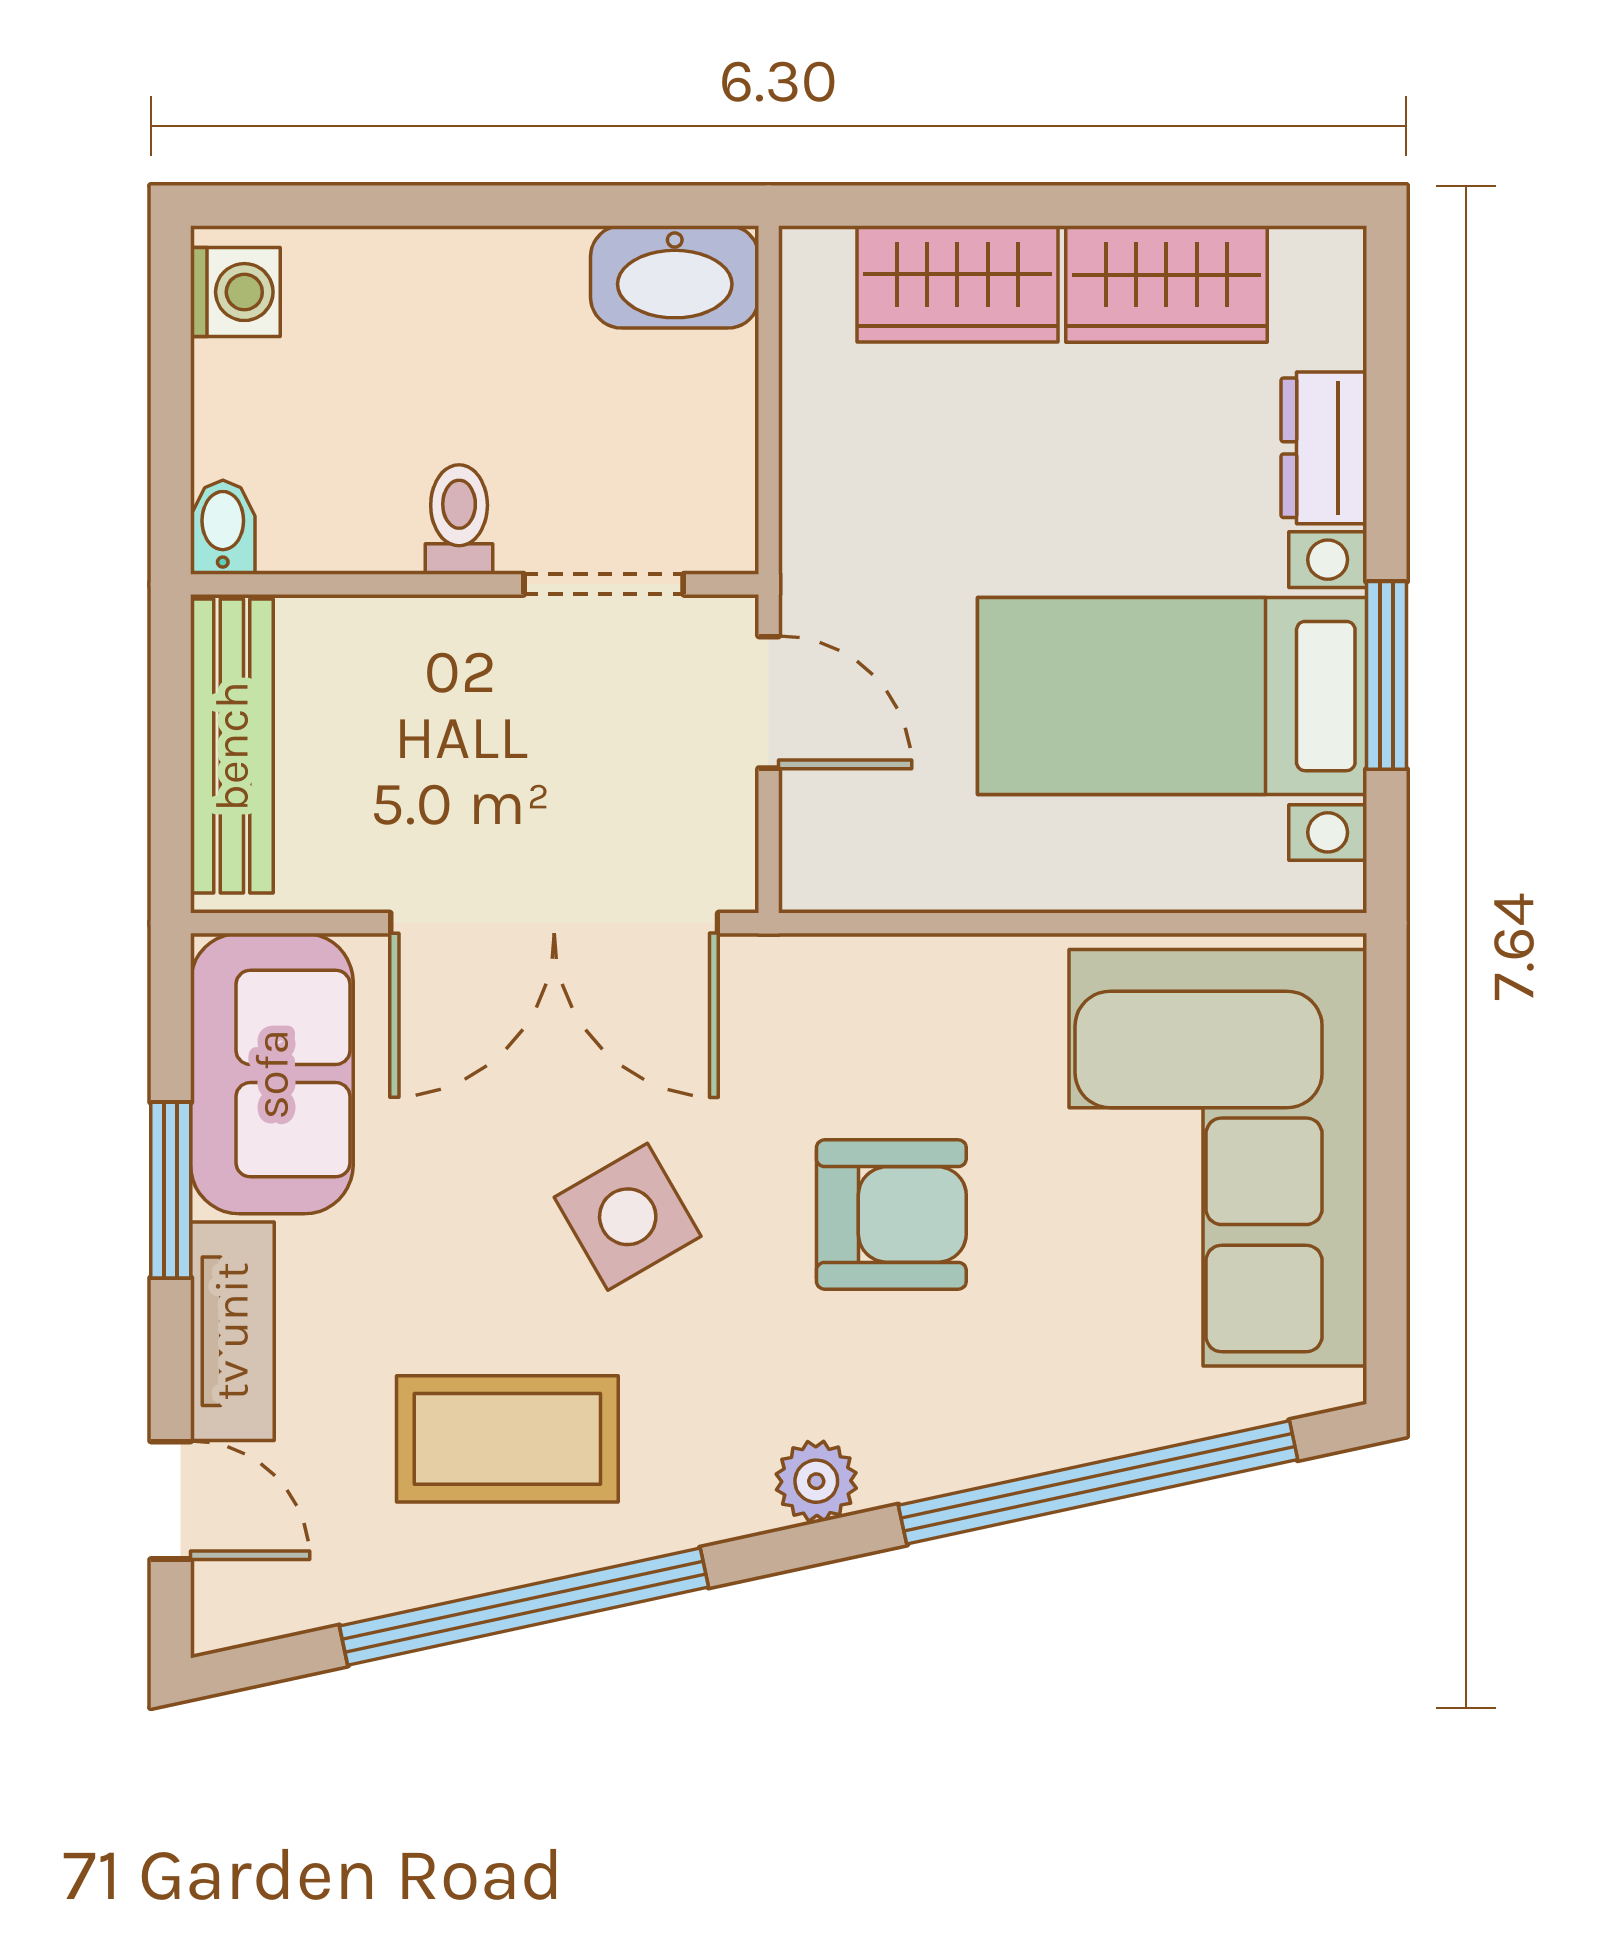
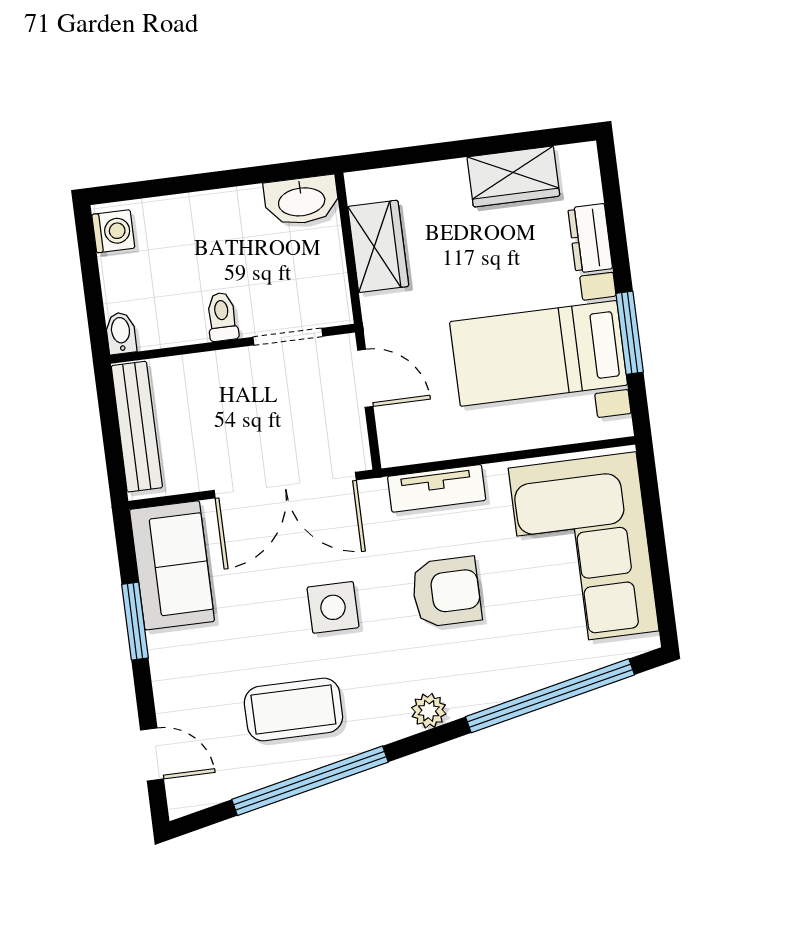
wardrobe: (957, 284) -> (378, 246), moved, turned -90
side table: (628, 1217) -> (333, 607), turned 30
tv unit: (232, 1331) -> (437, 488), moved, turned 90

